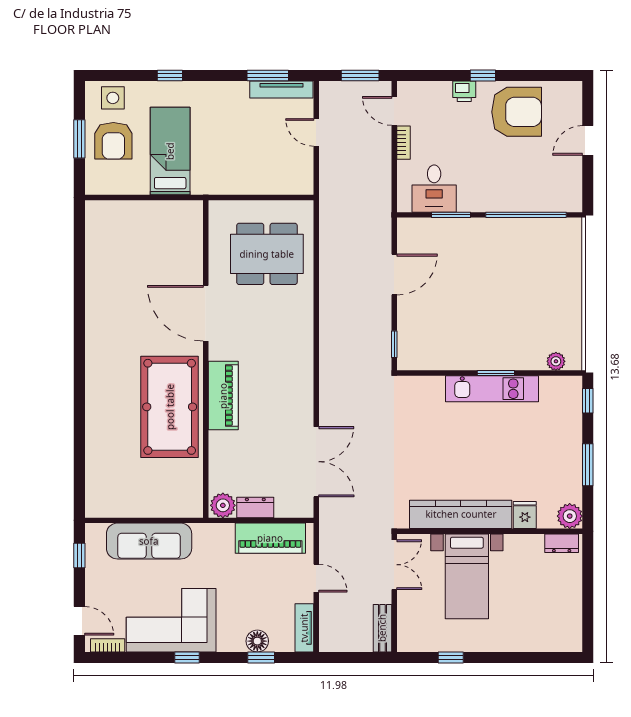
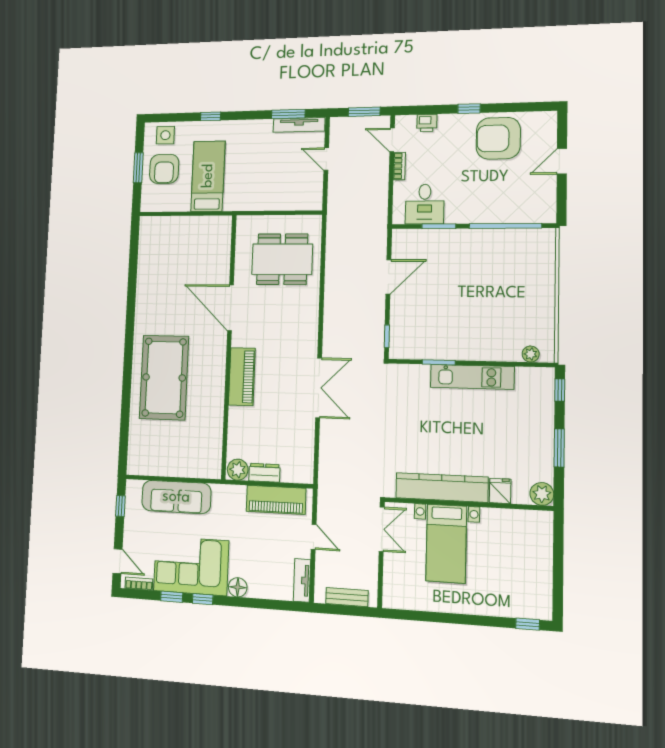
printer: (464, 91) -> (427, 123), moved
armchair: (517, 112) -> (498, 138), turned 180
window: (496, 373) -> (439, 362), moved
pool table: (170, 407) -> (164, 377), moved
double door: (316, 462) -> (319, 388), moved
dresser: (562, 543) -> (534, 519), removed
bench: (382, 628) -> (347, 597), moved, turned 90
floor lamp: (257, 641) -> (238, 587), moved
window: (261, 658) -> (172, 597), moved
window: (451, 658) -> (528, 624), moved

